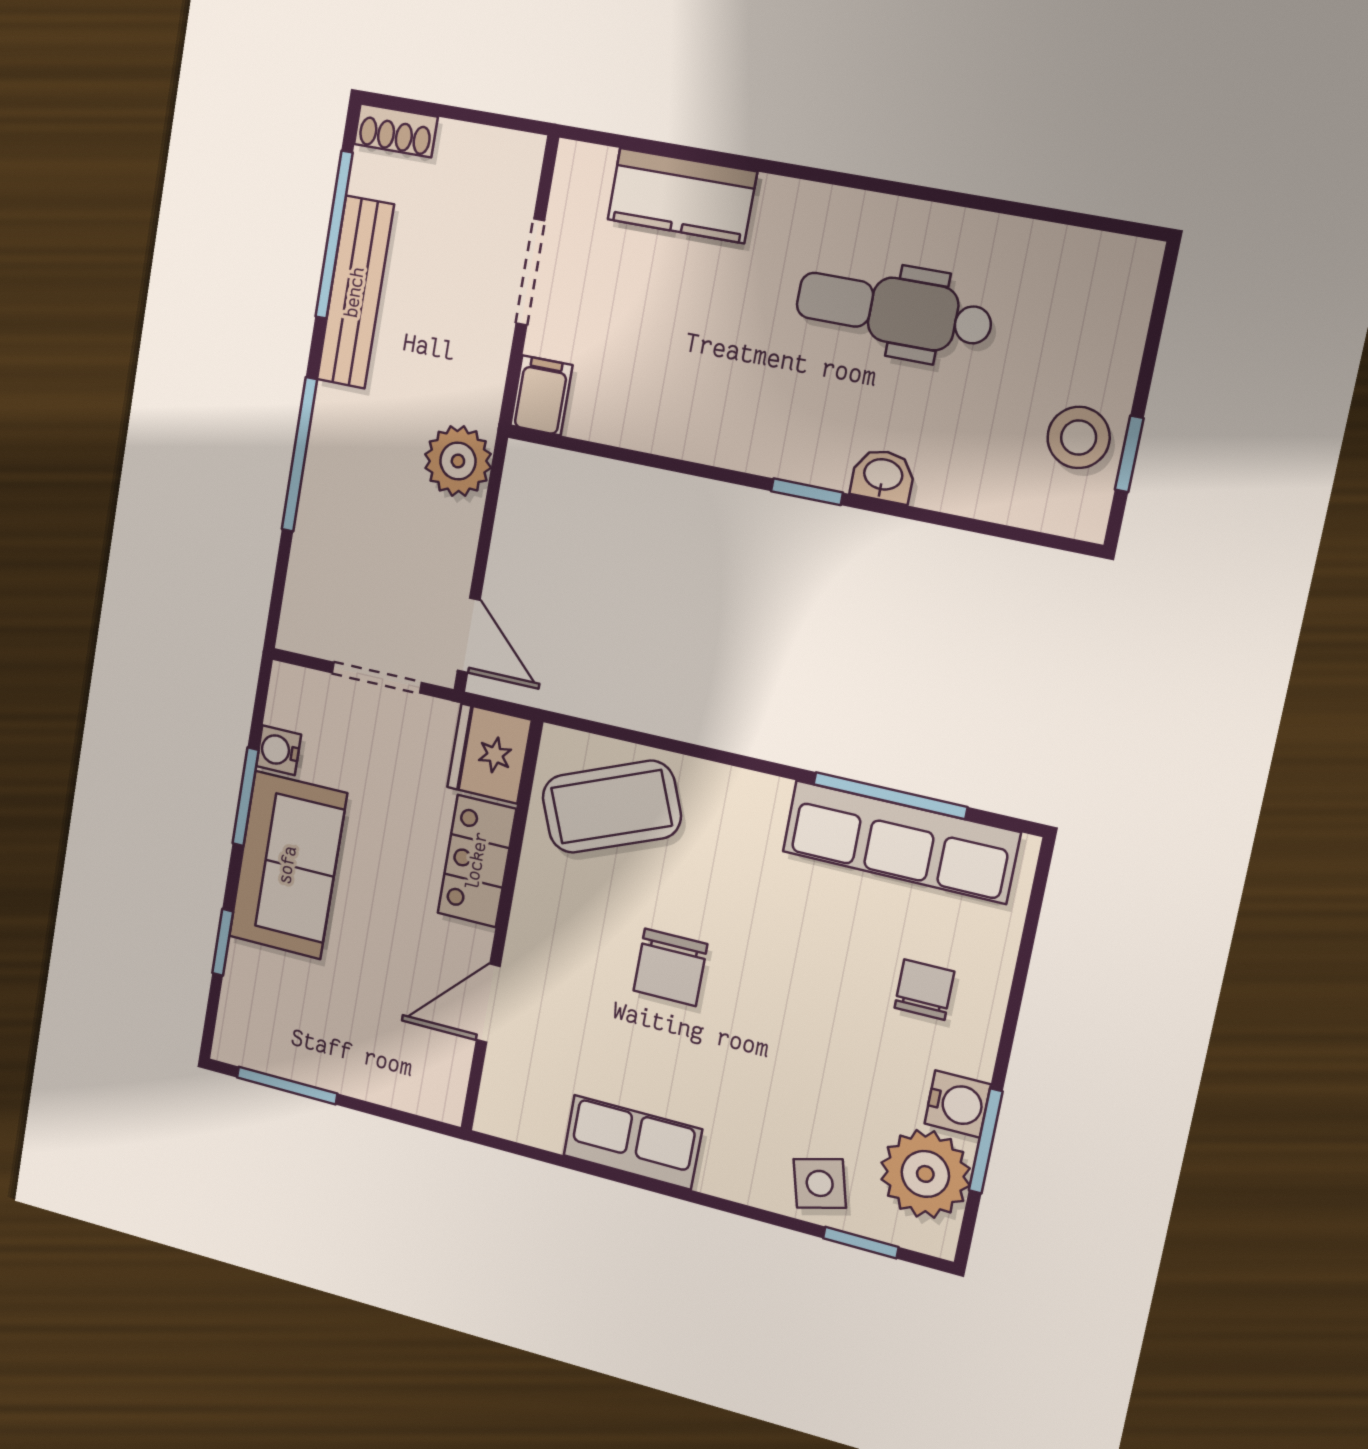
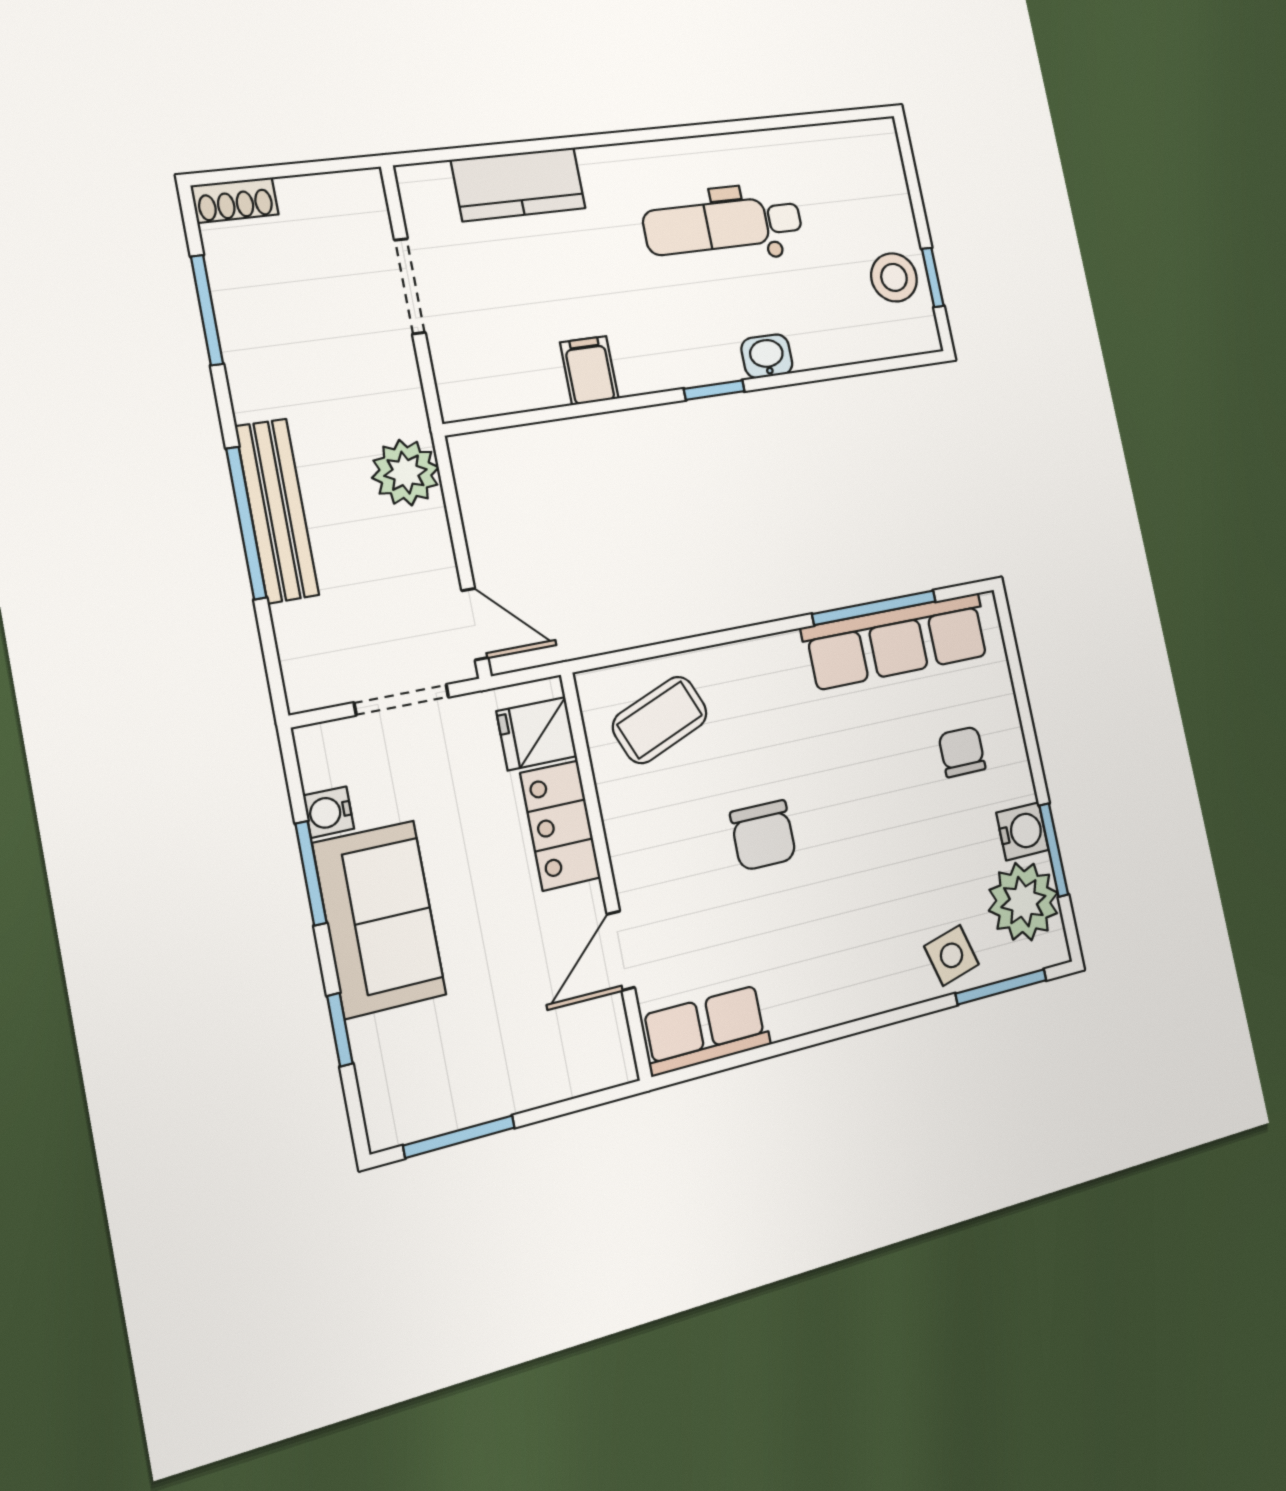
window: (334, 235) -> (207, 310), width x0.69
bench: (355, 292) -> (277, 511), moved
filing cabinet: (541, 395) -> (589, 370), moved
fridge: (489, 754) -> (537, 734), width x0.72
coffee table: (612, 807) -> (660, 720), width x0.73, depth x0.77
row of seats: (632, 1142) -> (706, 1030), moved
window: (861, 1243) -> (1001, 987), width x1.50

